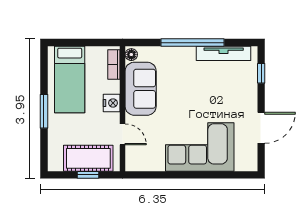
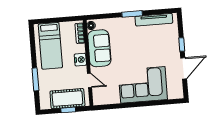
window: (192, 43) -> (132, 14), width x0.47
window: (261, 73) -> (182, 44), moved
window: (44, 111) -> (35, 79), moved

